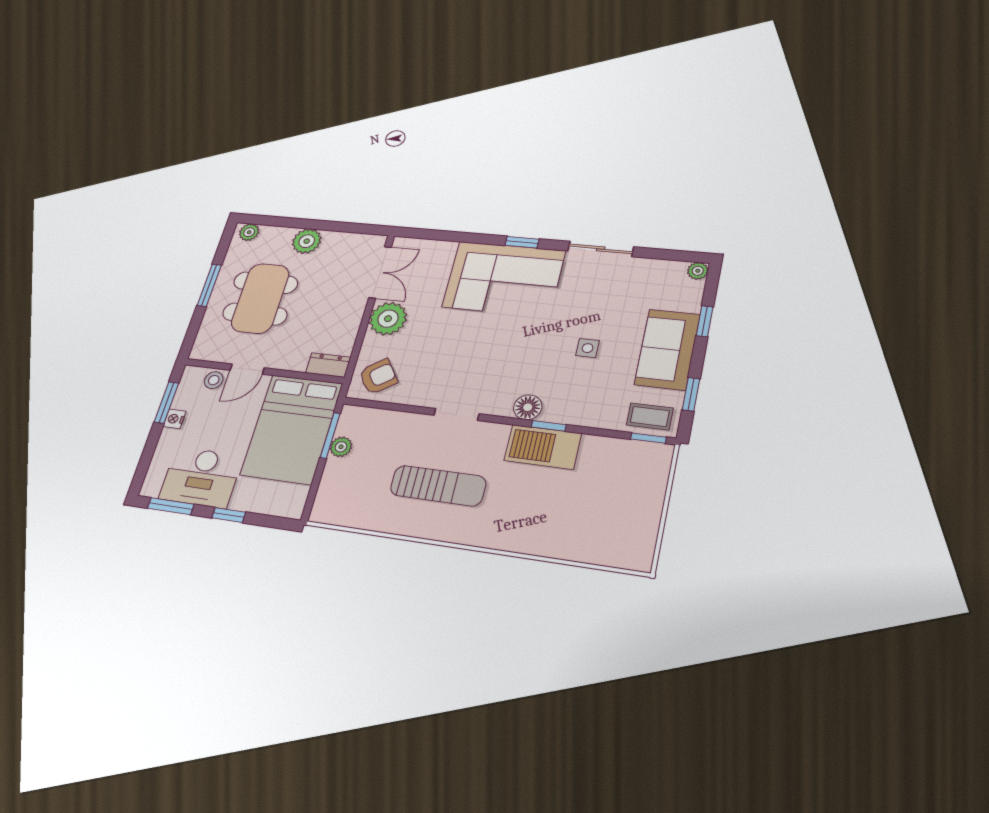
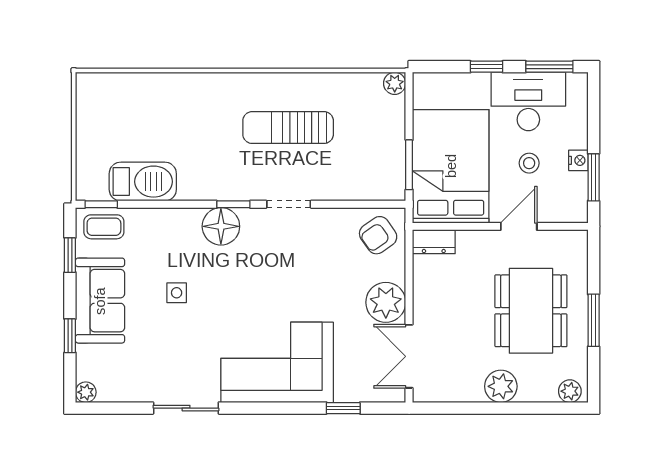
window: (522, 242) -> (343, 408), moved
stool: (214, 380) -> (529, 163), moved
floor lamp: (528, 407) -> (221, 226), width x1.38, depth x1.38
window: (549, 426) -> (233, 204), moved
plant: (341, 447) -> (395, 83), moved
barbecue: (543, 447) -> (143, 182), moved

